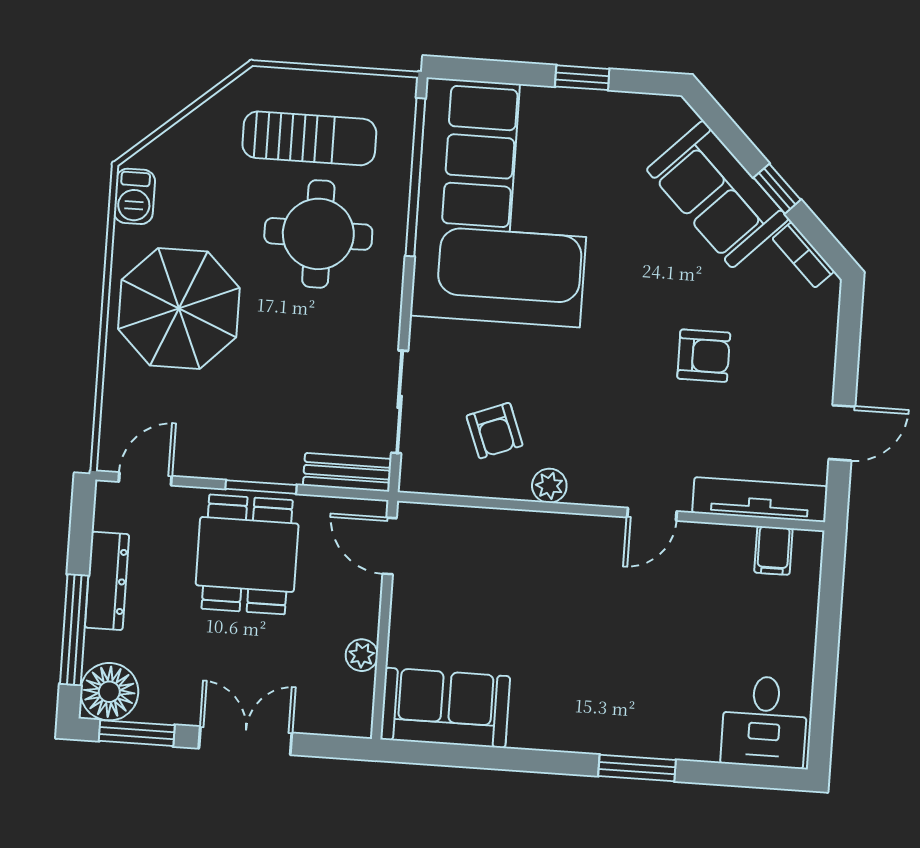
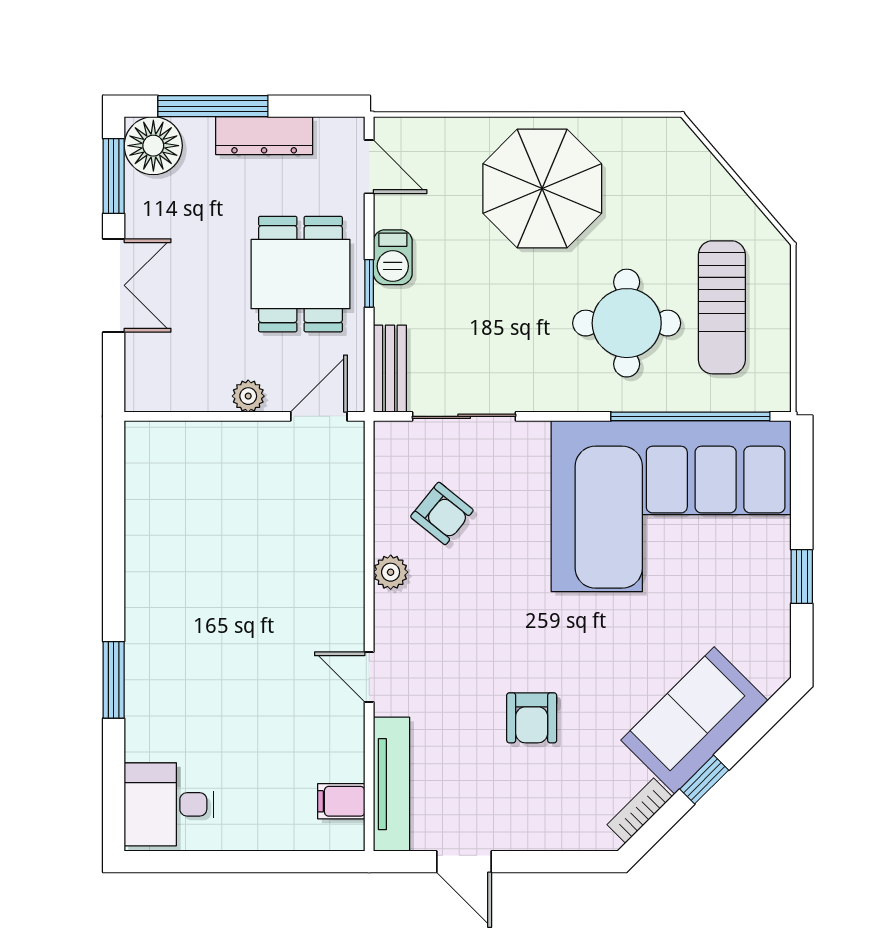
barbecue: (134, 196) -> (393, 257), moved, turned -90
armchair: (495, 431) -> (442, 513), turned -120
window: (261, 487) -> (369, 283), width x0.67
dining table: (247, 554) -> (300, 274), turned 90
plant: (362, 655) -> (248, 396), moved
sofa: (445, 708) -> (161, 483), removed

